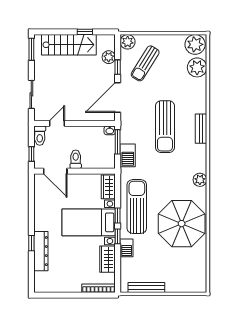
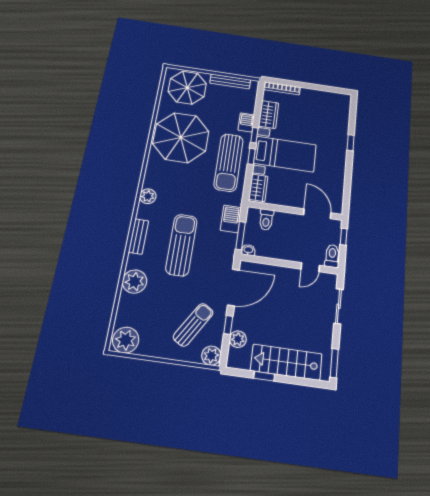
plant: (197, 67) -> (135, 282), moved
toilet: (76, 159) -> (266, 219), moved
plant: (200, 180) -> (148, 196), moved
dresser: (41, 251) -> (341, 133), removed
parasol: (184, 274) -> (187, 88), added

